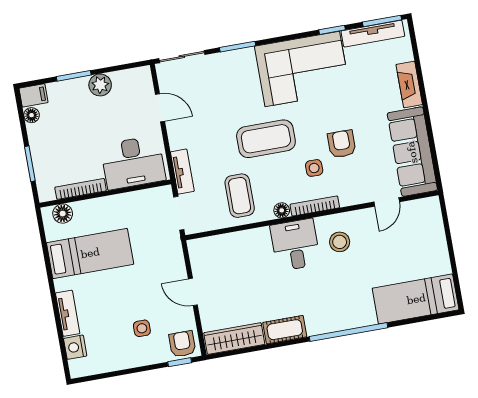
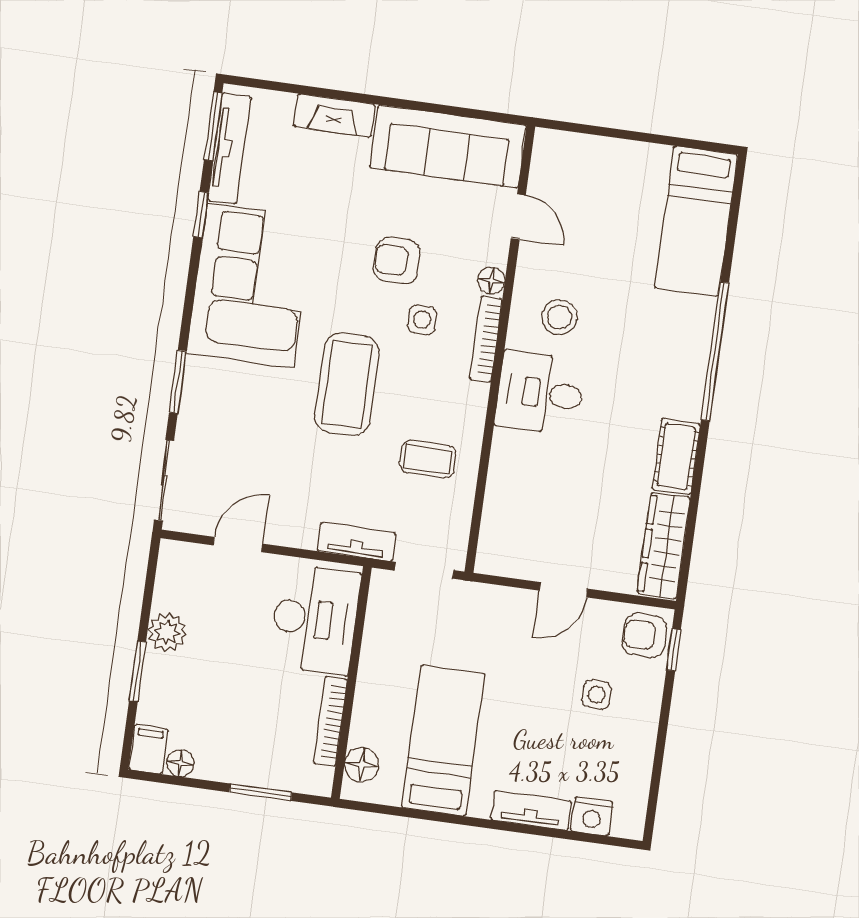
coffee table: (240, 196) -> (428, 459), width x0.73, depth x0.77
floor lamp: (282, 210) -> (491, 281), moved

